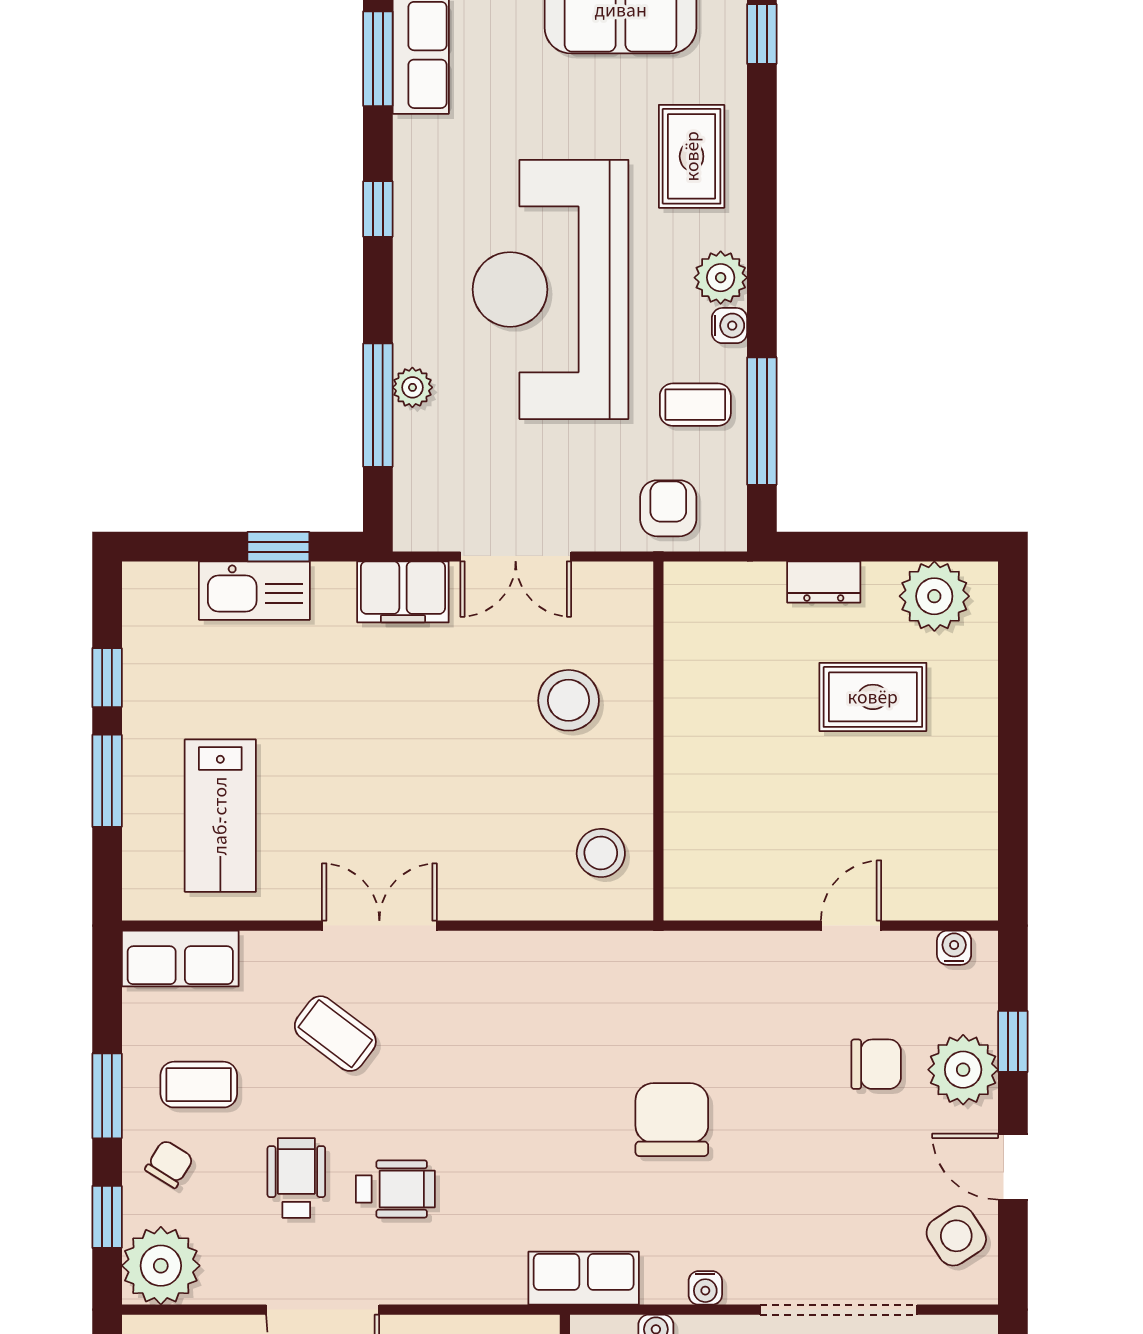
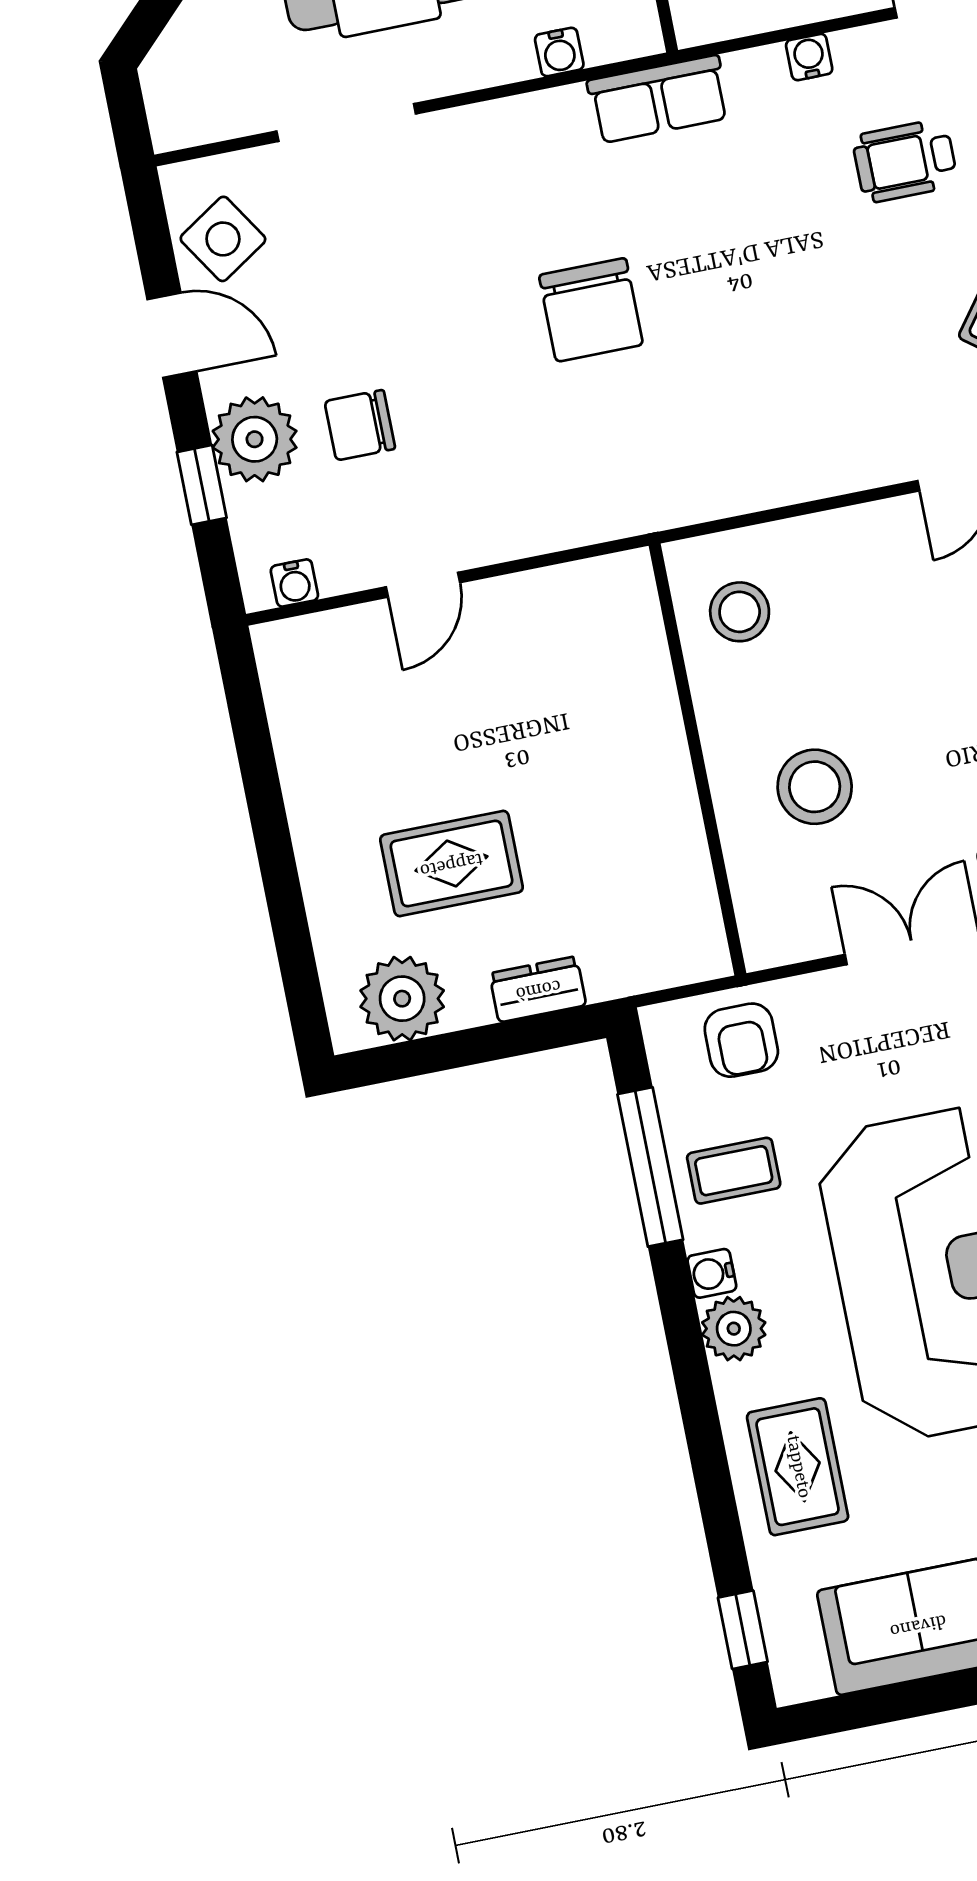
water cooler: (705, 1288) -> (809, 57), moved
doorway: (839, 1310) -> (346, 123), width x0.73

